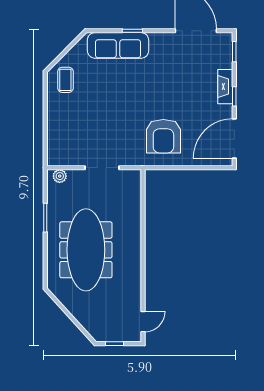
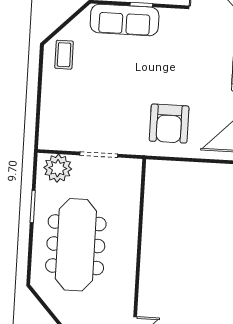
plant: (60, 176) -> (58, 168), width x1.87, depth x1.87

